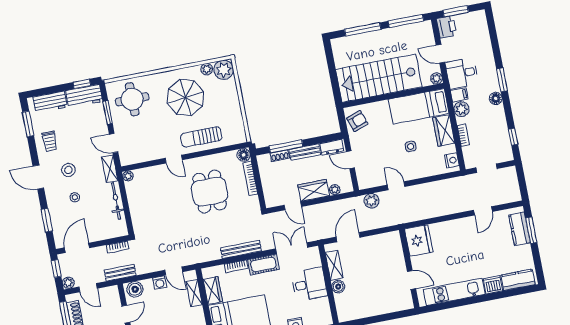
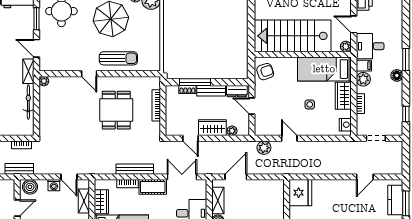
sun lounger: (201, 137) -> (118, 58), turned 180
floor lamp: (244, 155) -> (154, 82), removed

